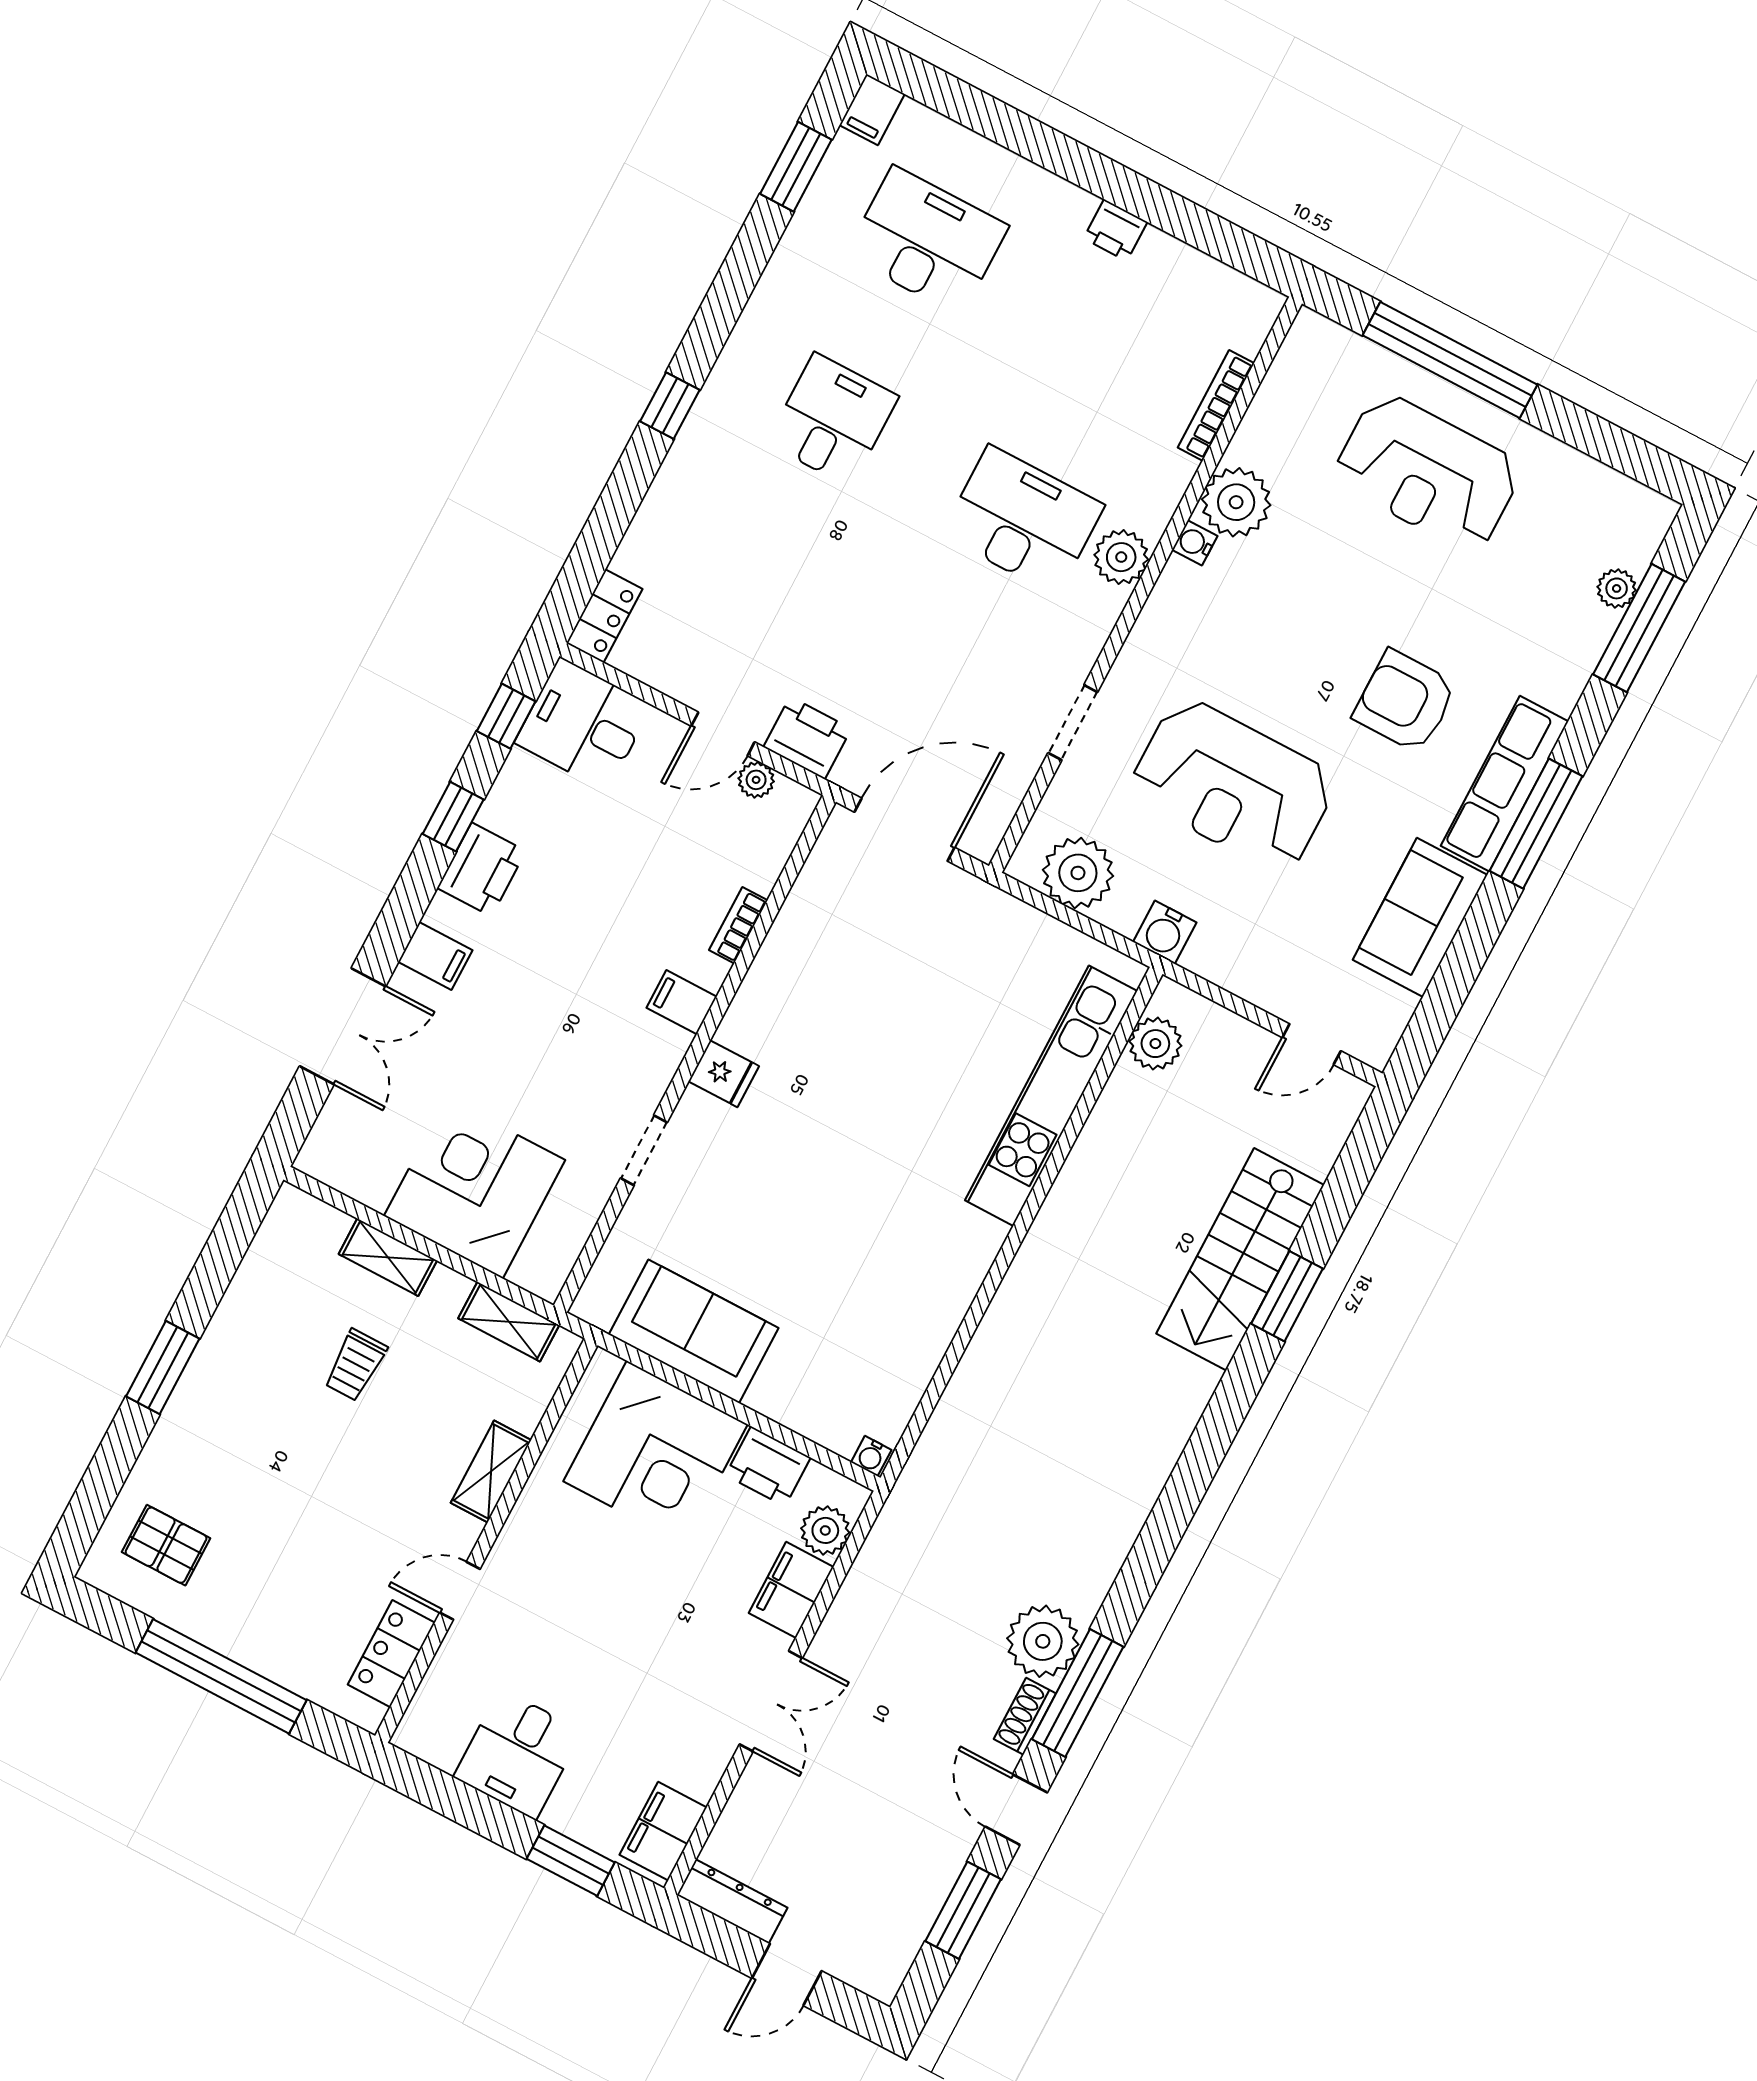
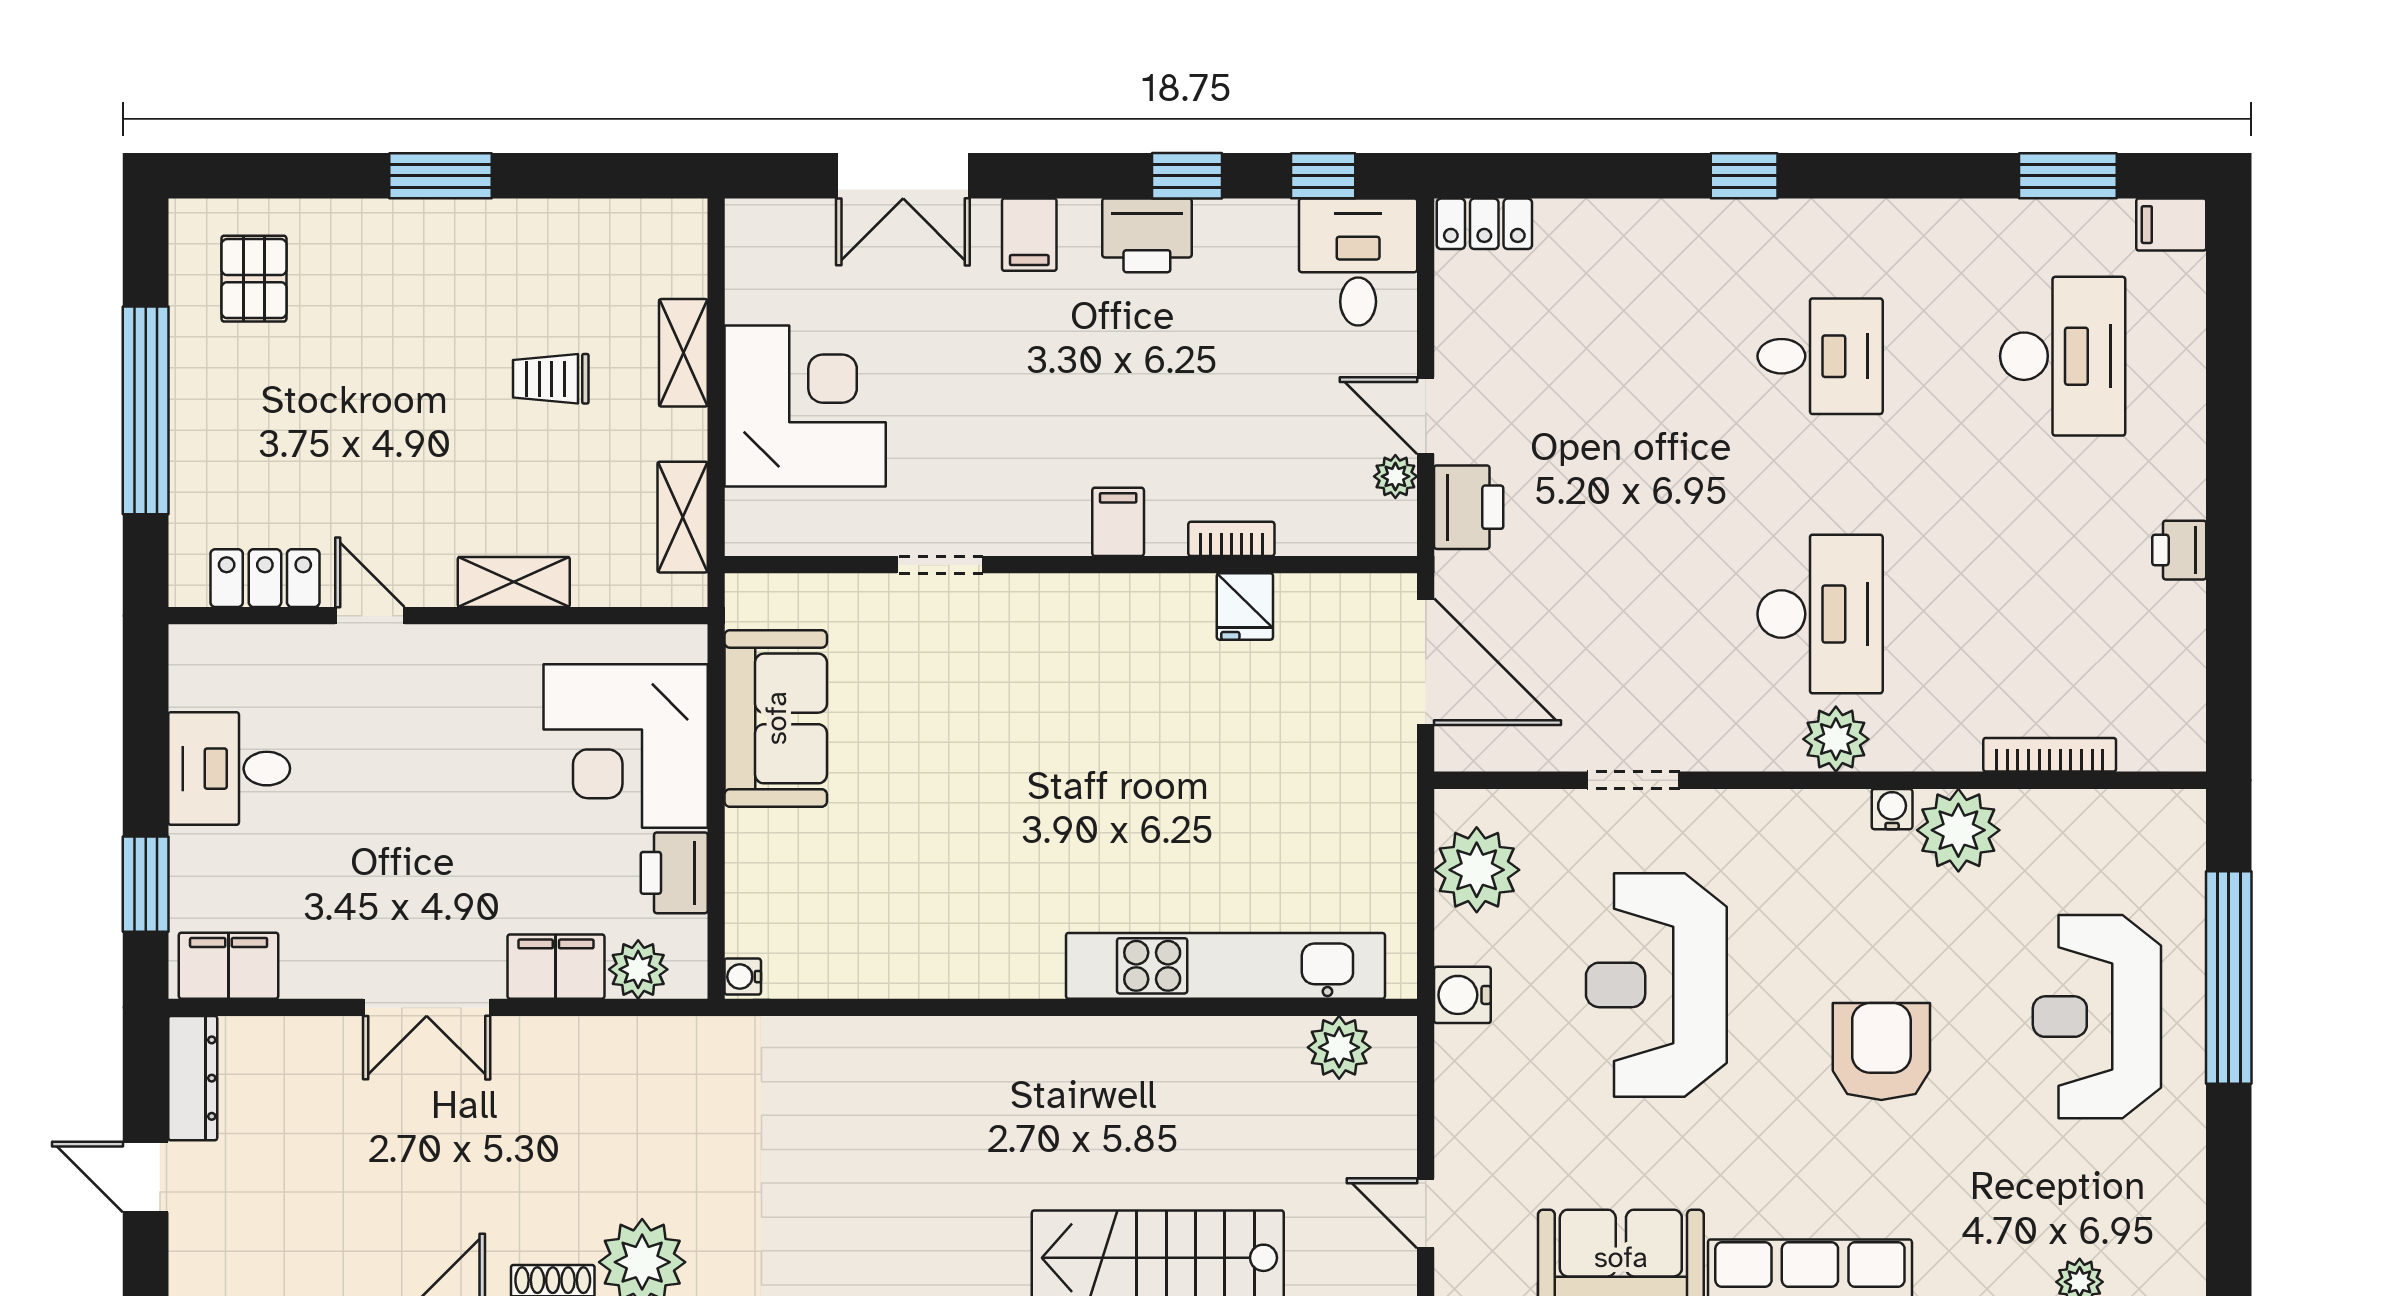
armchair: (1405, 701) -> (1881, 1051), moved
fridge: (724, 1074) -> (1245, 606), moved

